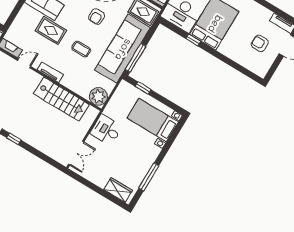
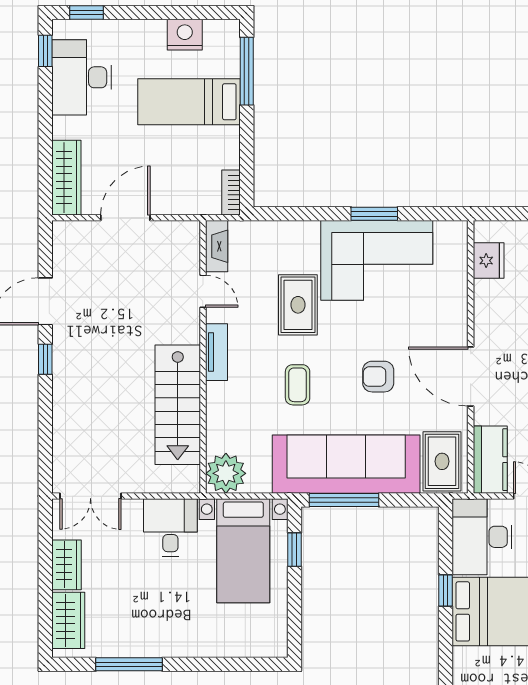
bed with nightstands: (153, 120) -> (243, 551), moved, turned 180
wardrobe: (97, 178) -> (66, 565), added

